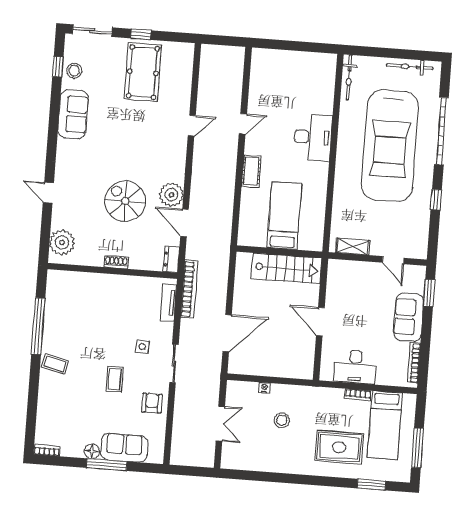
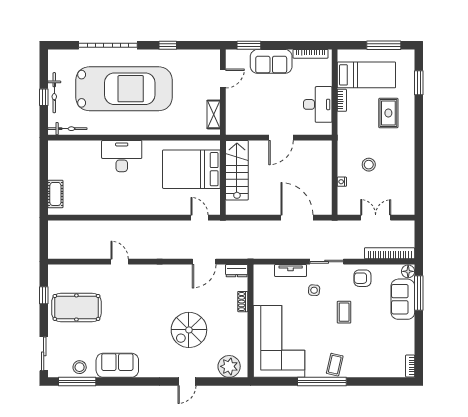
window: (141, 34) -> (44, 295), moved
window: (387, 53) -> (44, 97), added
window: (58, 67) -> (77, 382), width x2.17
bicycle: (410, 67) -> (54, 93), moved
door: (243, 124) -> (199, 218), moved
cot: (251, 171) -> (55, 194), moved, turned 90
plant: (171, 195) -> (181, 275), removed
spiral stairs: (125, 201) -> (189, 330), moved
bed: (284, 216) -> (191, 169), width x1.50
shoe rack: (116, 262) -> (243, 302), moved
bookcase: (189, 289) -> (390, 253), moved
corner sofa: (87, 302) -> (279, 341), added
tv unit: (168, 303) -> (291, 271), moved
window: (38, 326) -> (322, 382), moved
coffee table: (114, 379) -> (344, 312), turned 90
rug: (339, 447) -> (388, 113), width x0.73, depth x0.70
floor lamp: (92, 451) -> (408, 271), moved
window: (107, 465) -> (419, 293), moved

